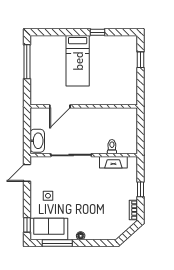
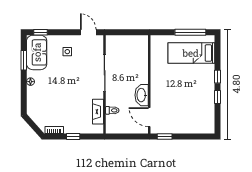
window: (75, 32) -> (217, 77), added
window: (140, 60) -> (165, 137), moved
bed: (78, 61) -> (191, 53), moved
door: (60, 106) -> (149, 117), moved
washbasin: (37, 141) -> (142, 95), moved, turned 90
window: (57, 243) -> (24, 60), width x0.69

